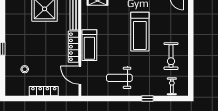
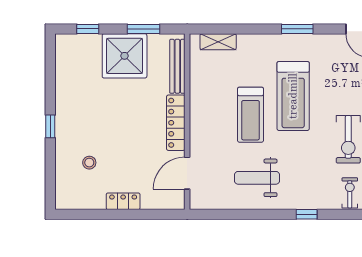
treadmill: (89, 45) -> (250, 115), moved
door: (80, 75) -> (187, 173), hinge flipped
locker: (44, 91) -> (123, 201), width x0.66

